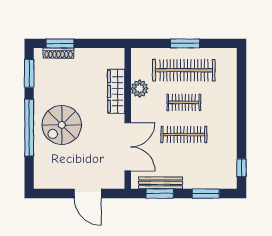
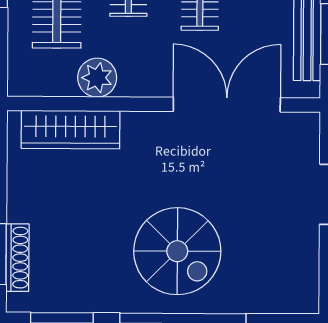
wardrobe: (116, 91) -> (70, 130), moved

